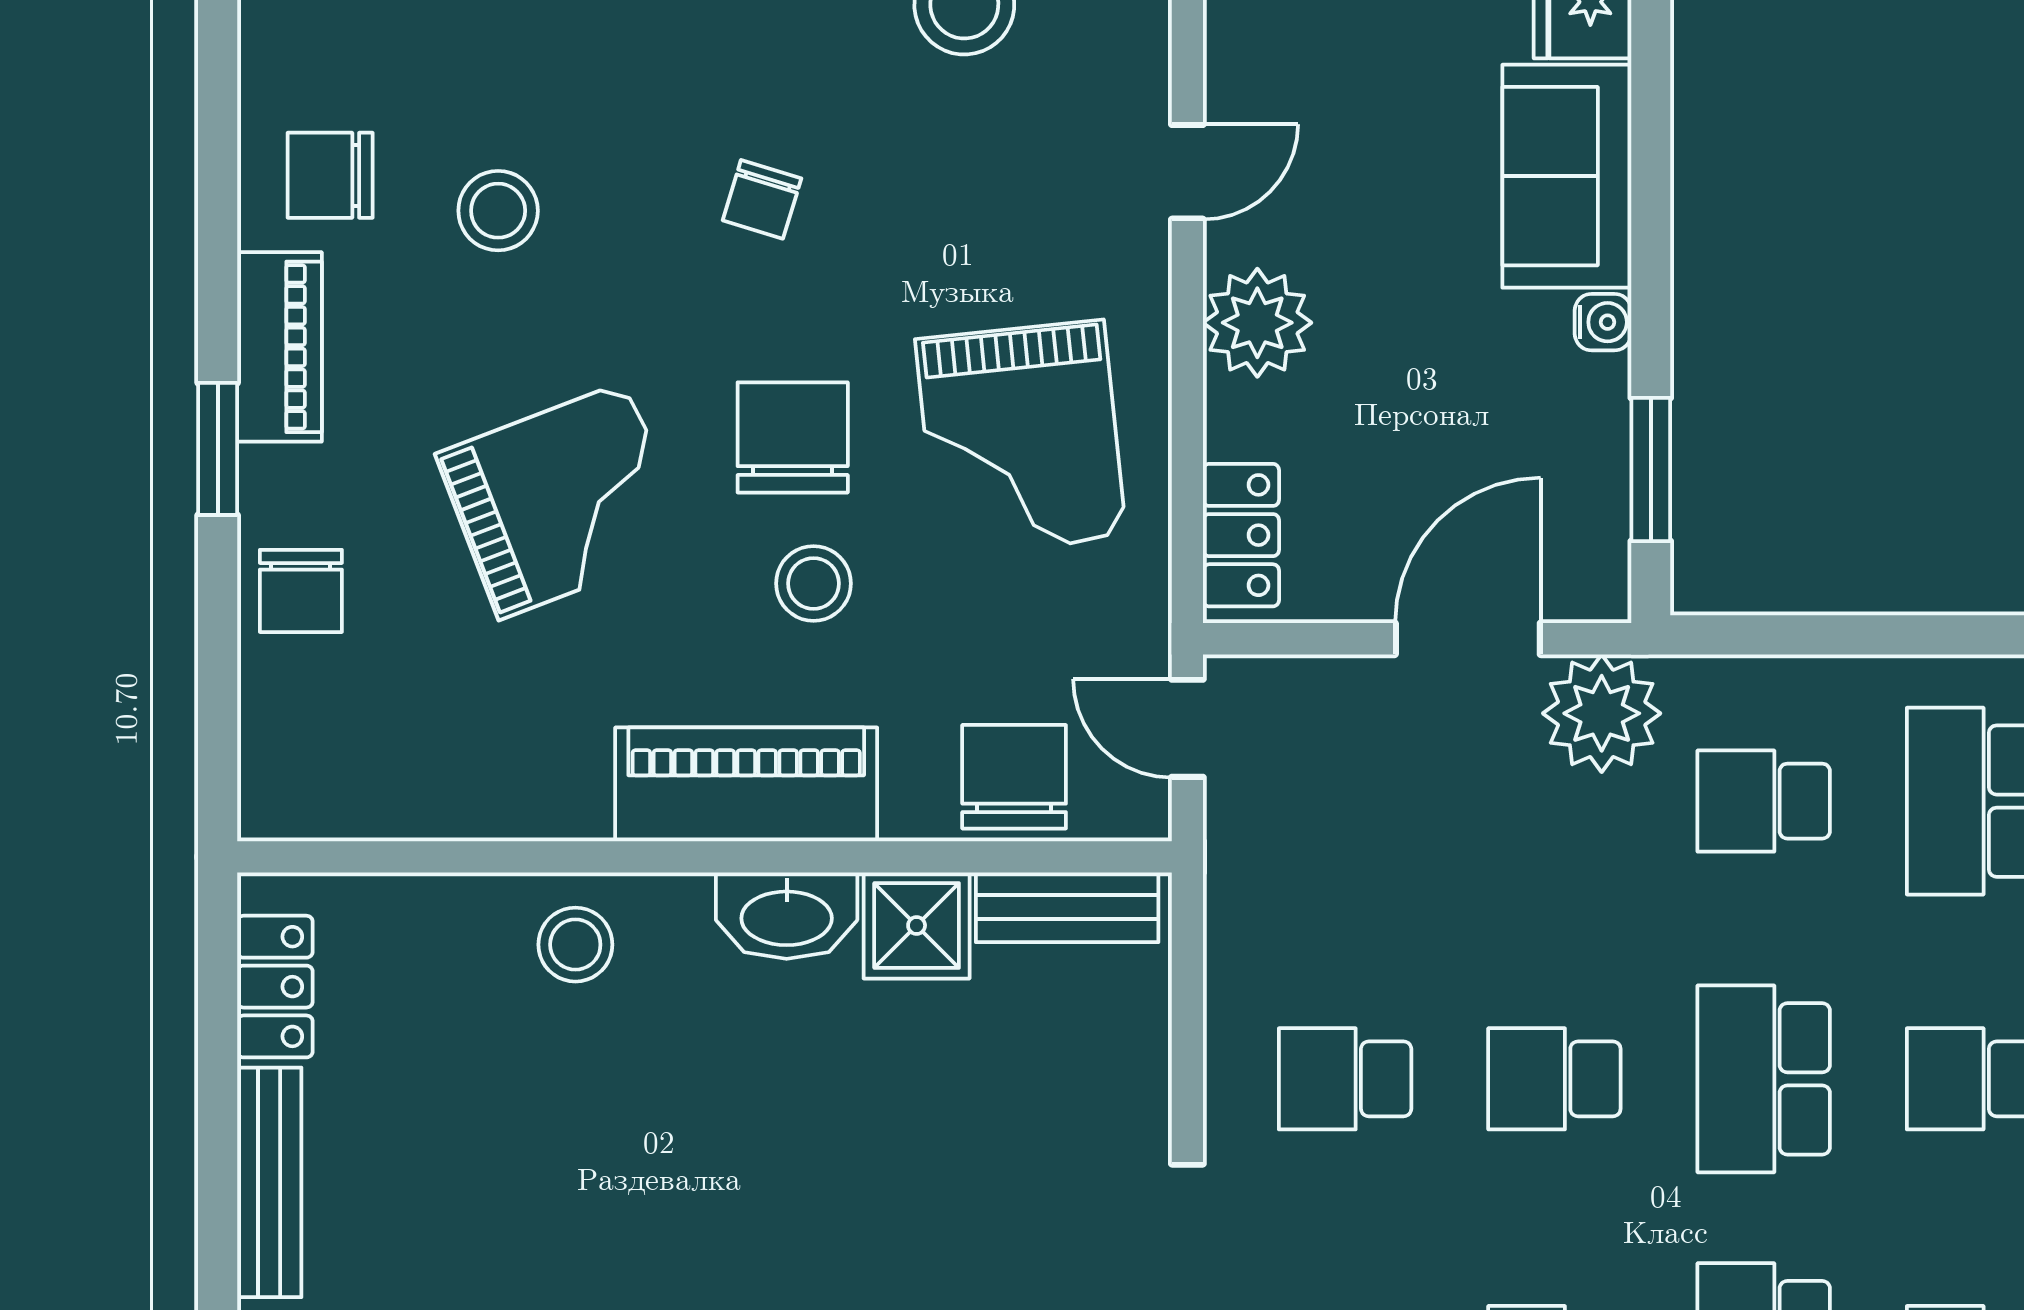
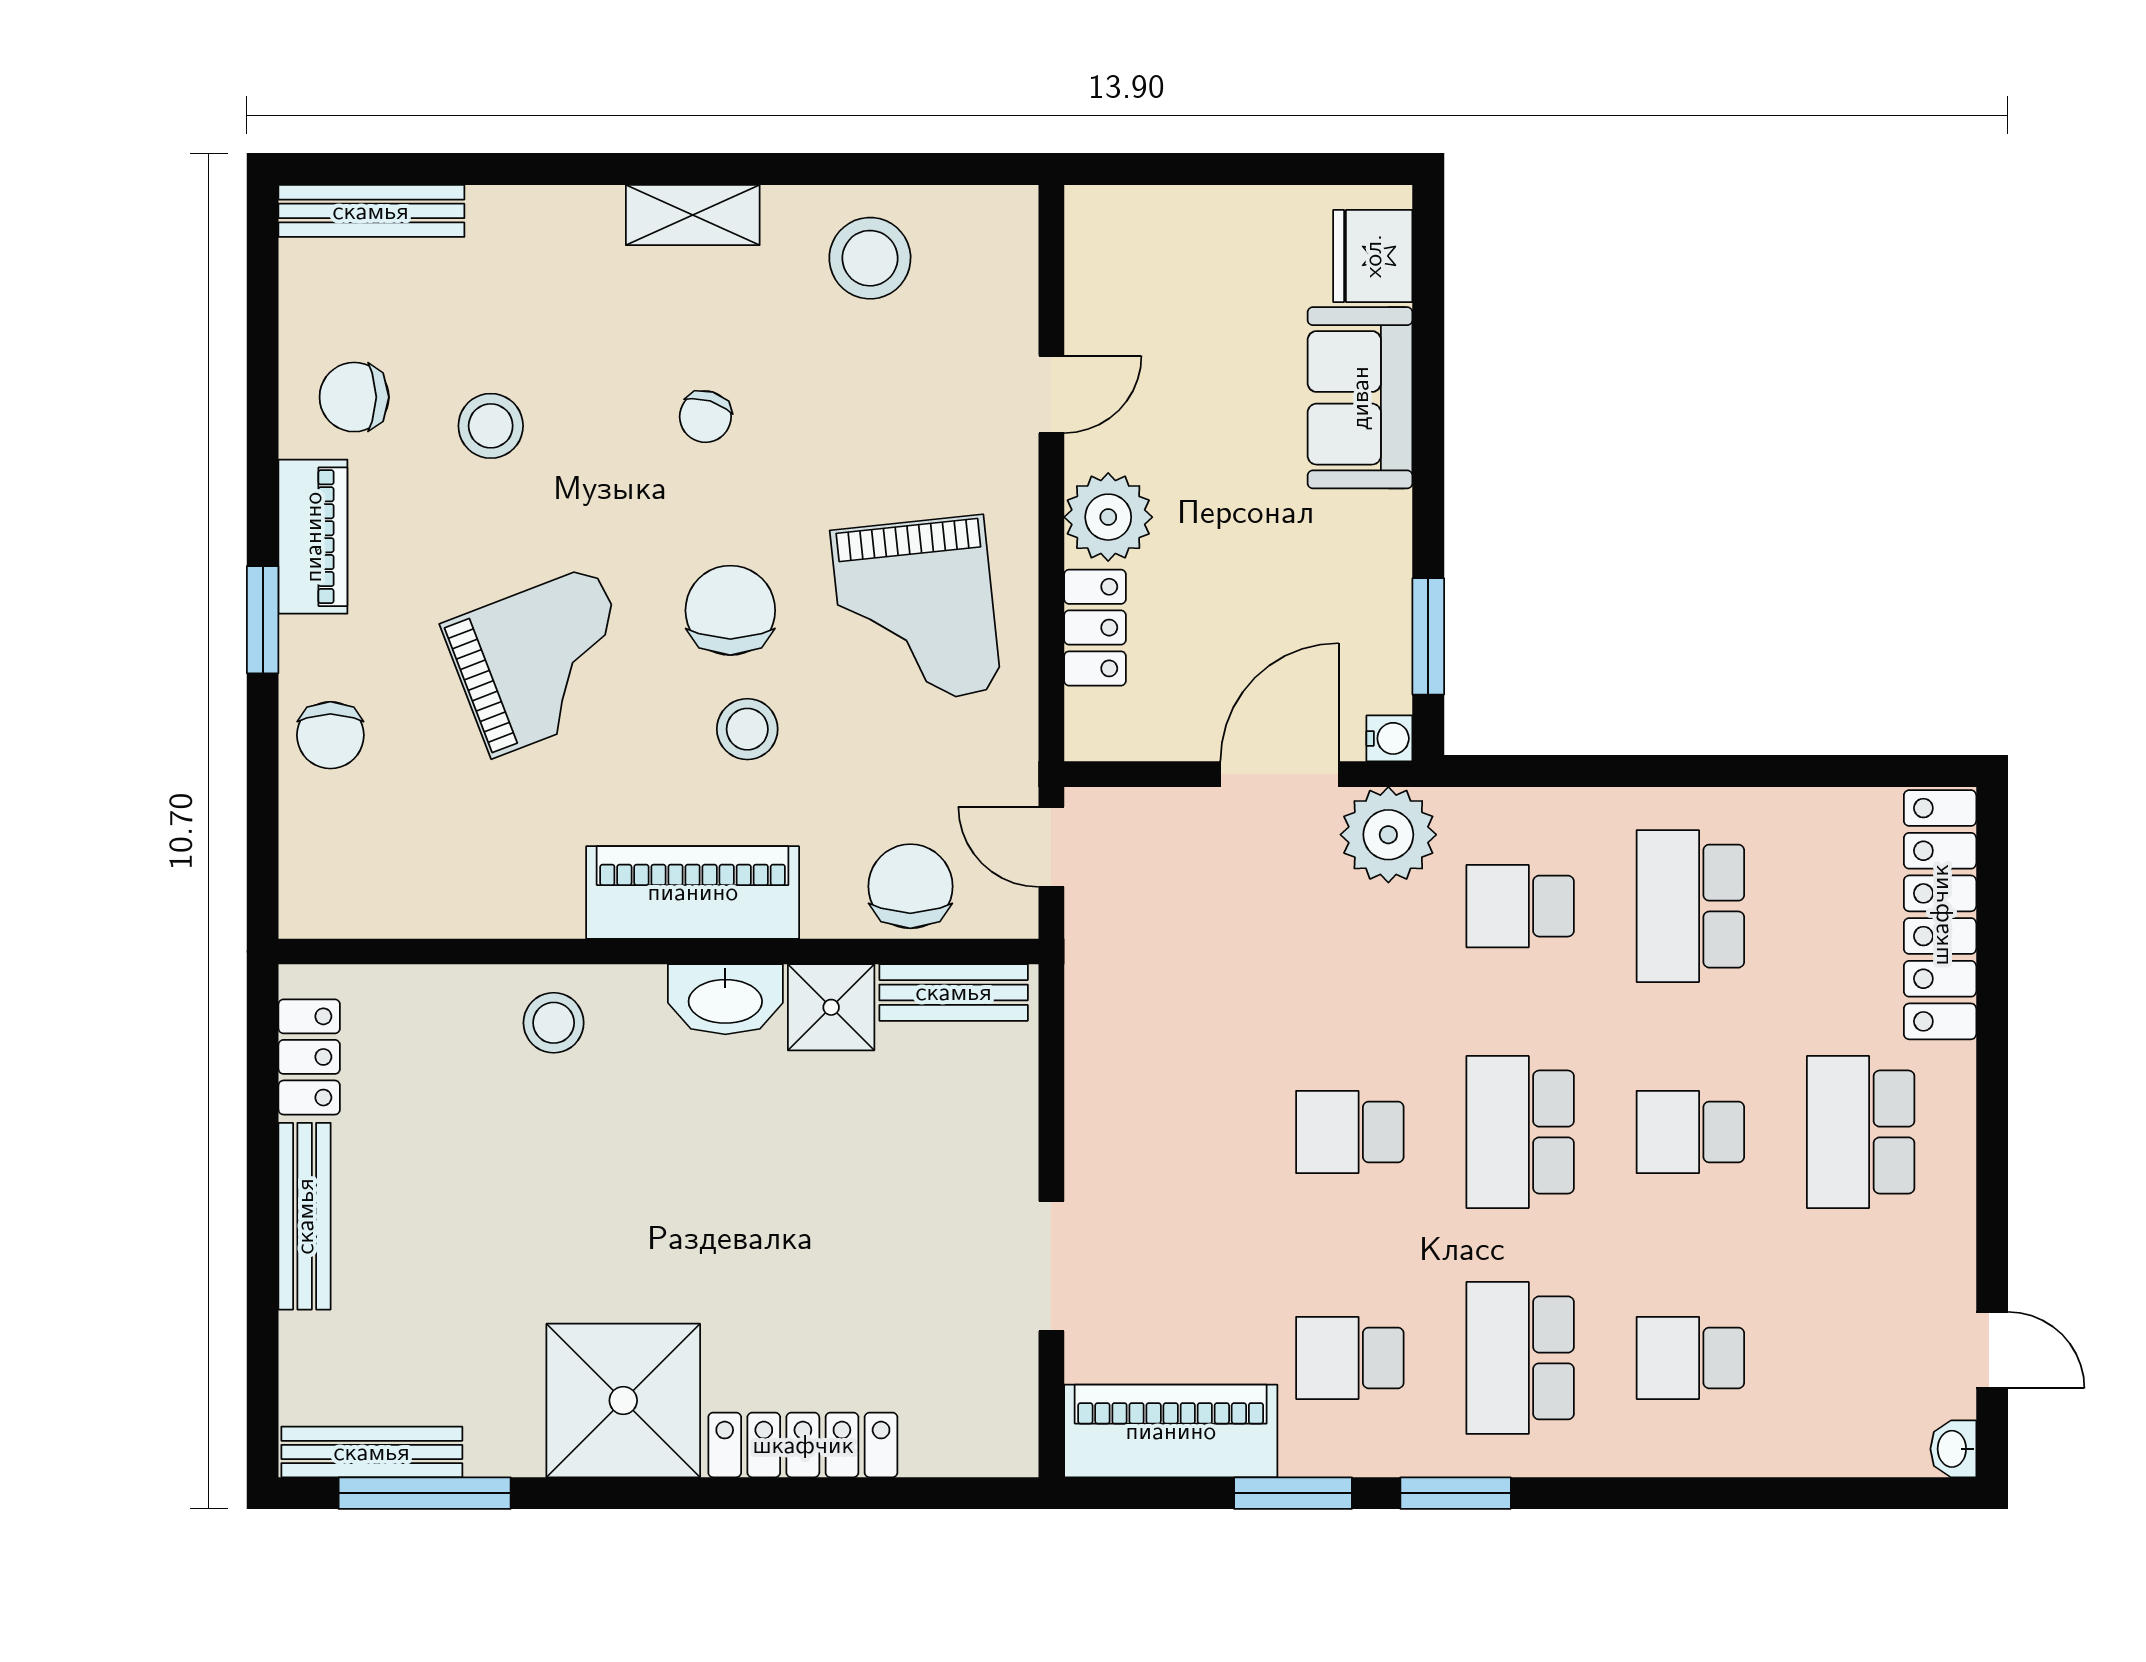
water cooler: (1603, 322) -> (1389, 738), moved
locker: (1241, 535) -> (1095, 628), moved
school desk: (1345, 1079) -> (1180, 1132), removed

